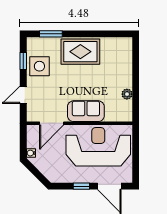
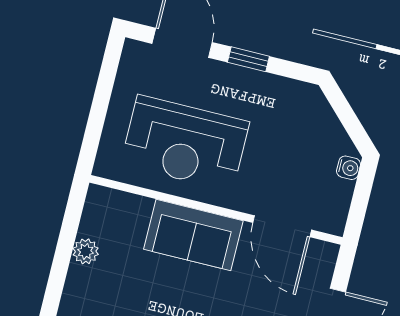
door: (52, 123) -> (282, 226), swing flipped
reception desk: (98, 147) -> (185, 143), width x0.74, depth x0.77

